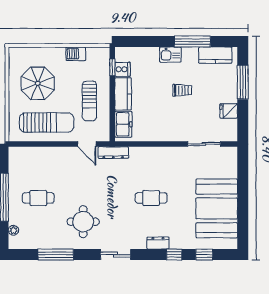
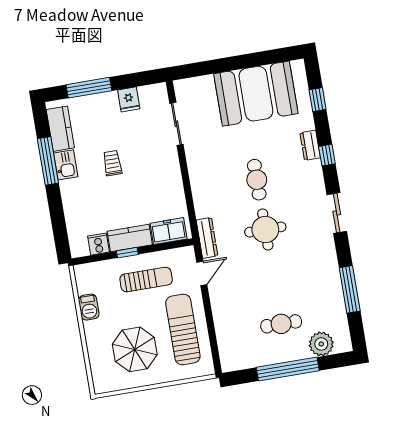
kitchen sink: (170, 55) -> (66, 165), moved
window: (112, 67) -> (127, 253), moved
cafe table: (38, 198) -> (281, 324), turned 90
round table: (83, 222) -> (265, 229), moved
plant: (13, 230) -> (321, 344), width x1.87, depth x1.87
dresser: (158, 243) -> (310, 145), moved
window: (174, 255) -> (327, 155), moved

